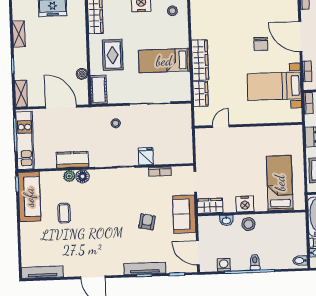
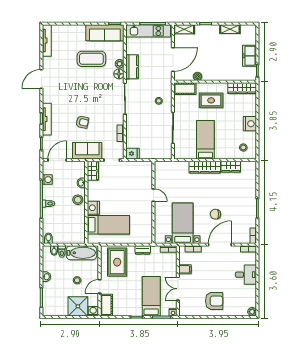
wardrobe: (201, 94) -> (231, 167), moved
door: (221, 126) -> (153, 195), moved
fridge: (146, 156) -> (133, 154), moved
nightstand: (245, 204) -> (93, 208), moved
coffee table: (64, 213) -> (91, 59), width x1.86, depth x1.72

